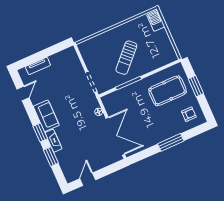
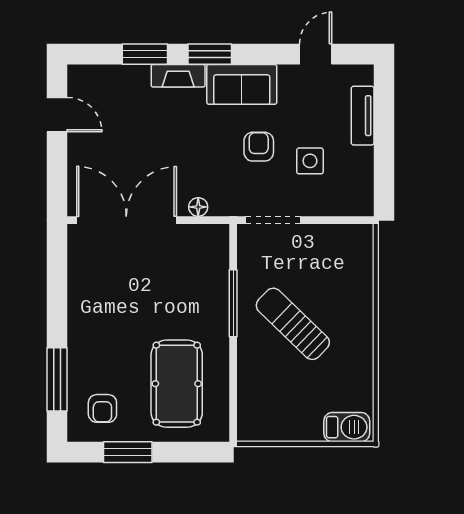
side table: (63, 78) -> (310, 161), added
window: (196, 86) -> (128, 452), moved
door: (23, 93) -> (316, 54), swing flipped
armchair: (66, 99) -> (259, 147), added
double door: (115, 136) -> (126, 220), swing flipped
window: (171, 142) -> (57, 379), moved

